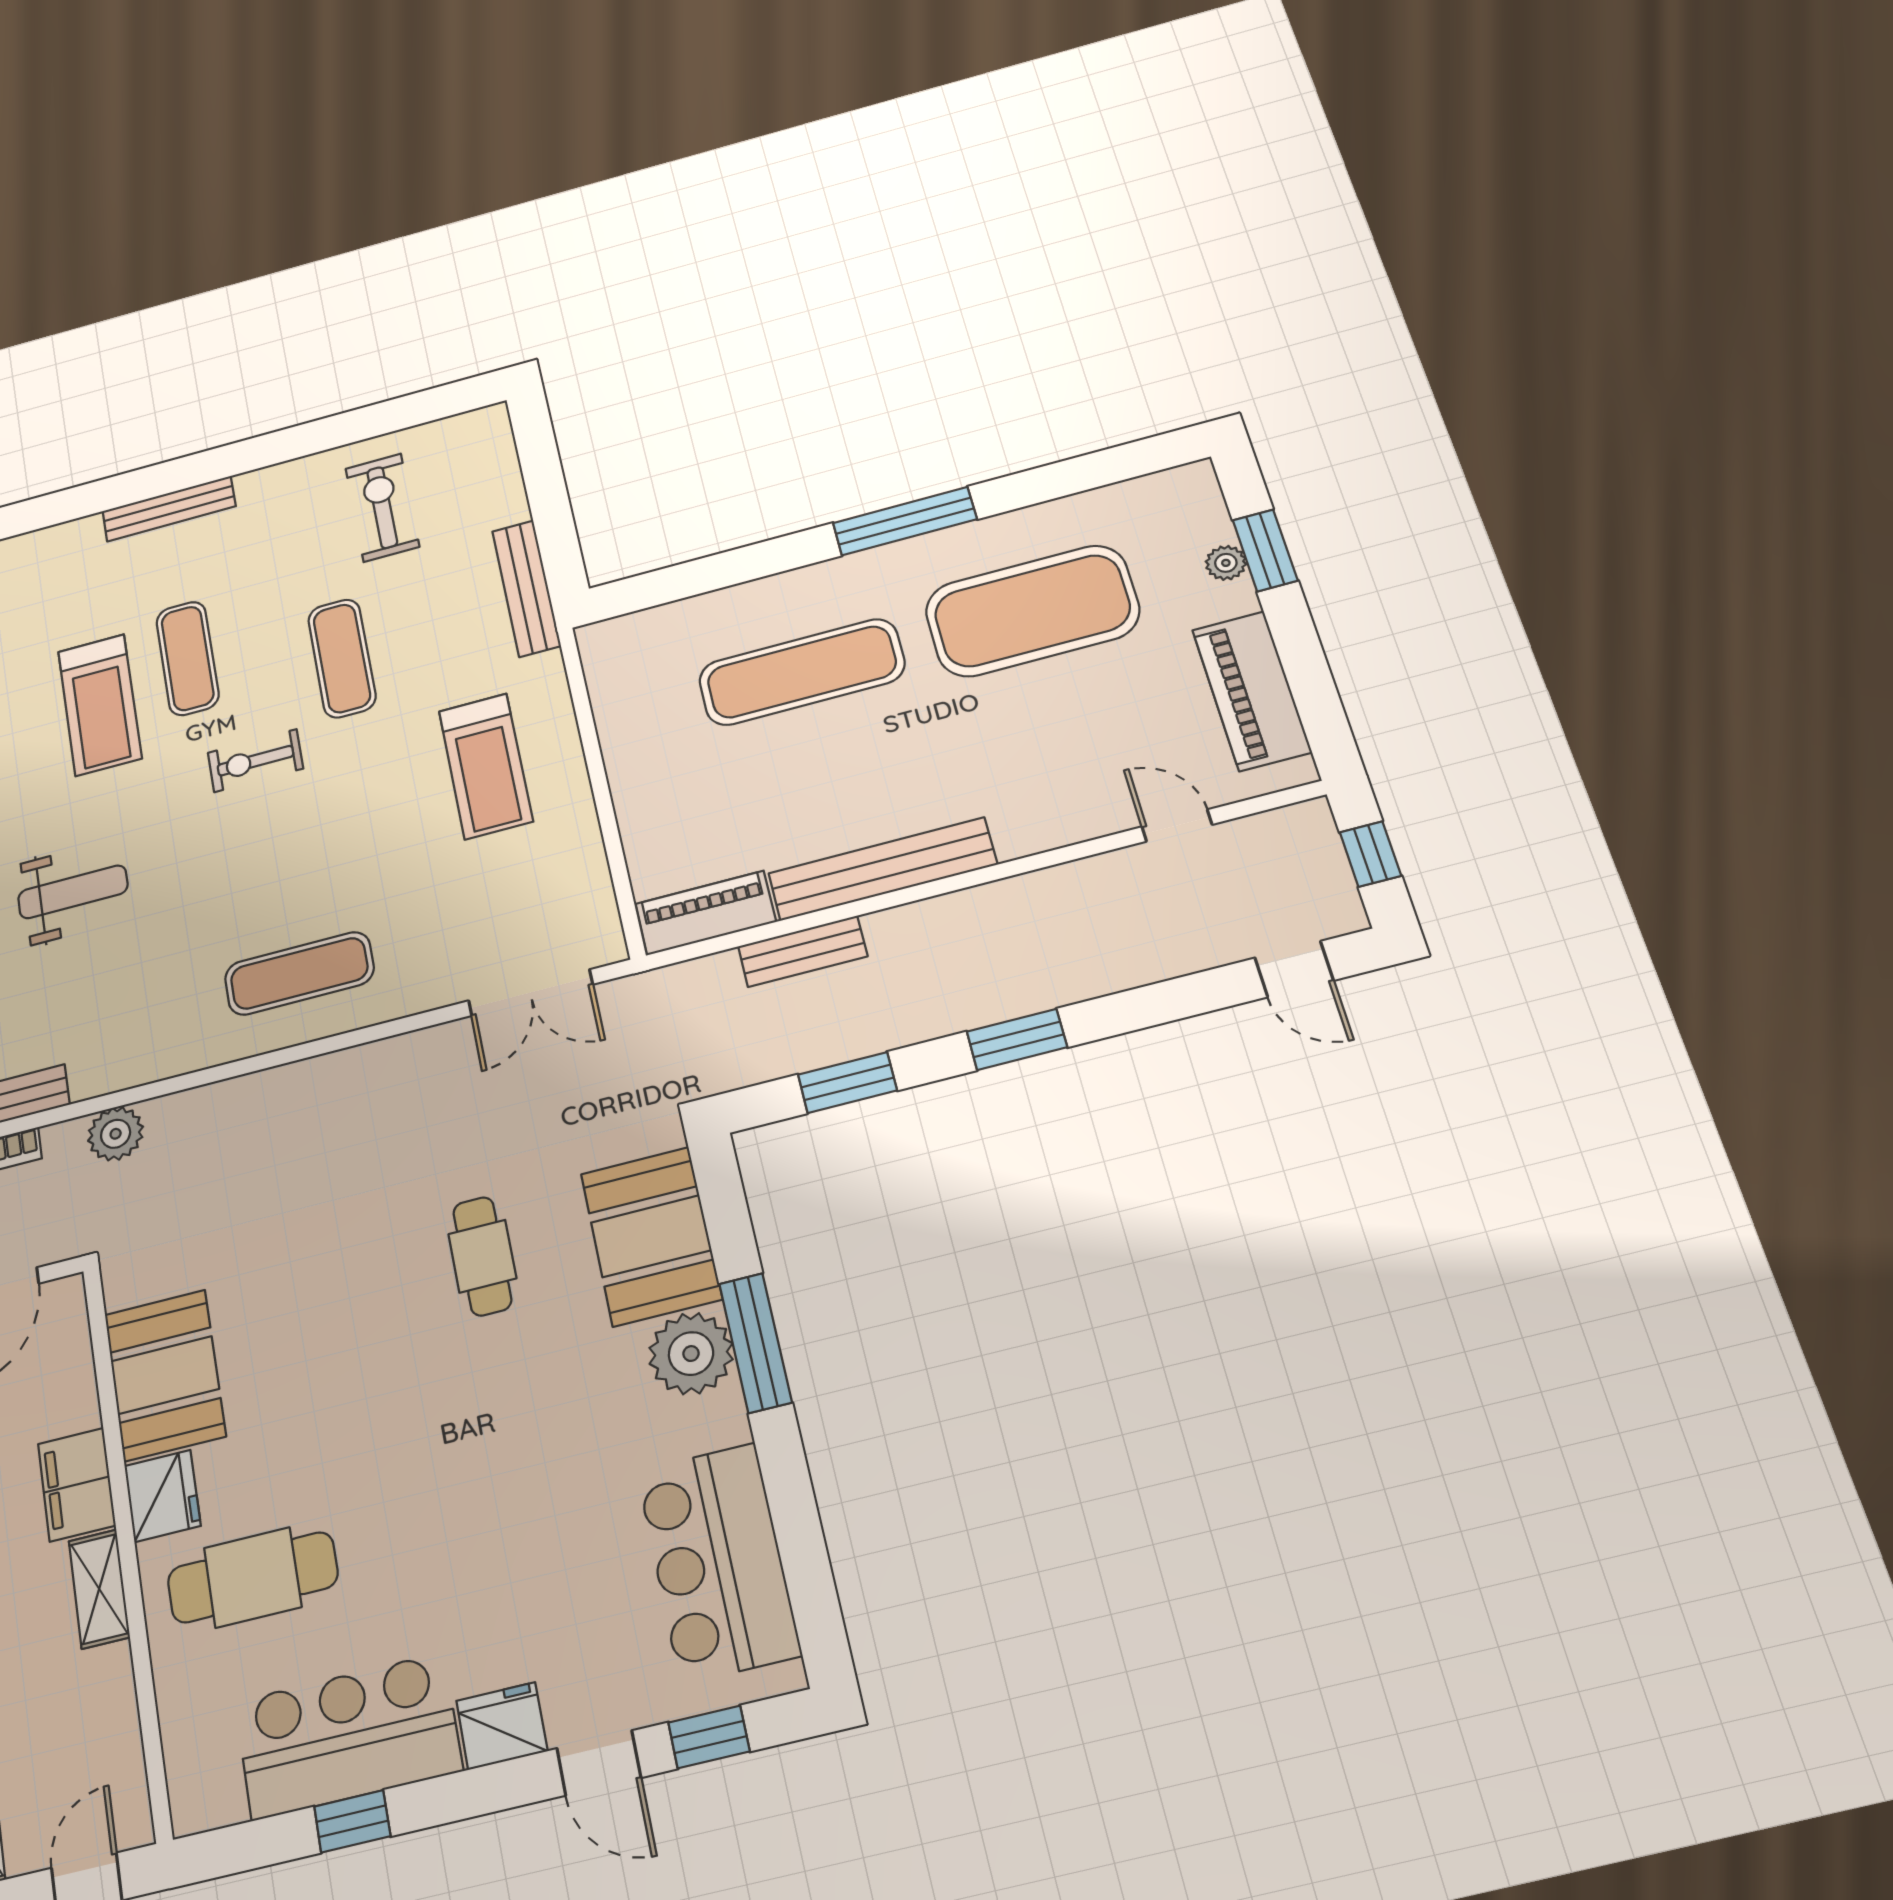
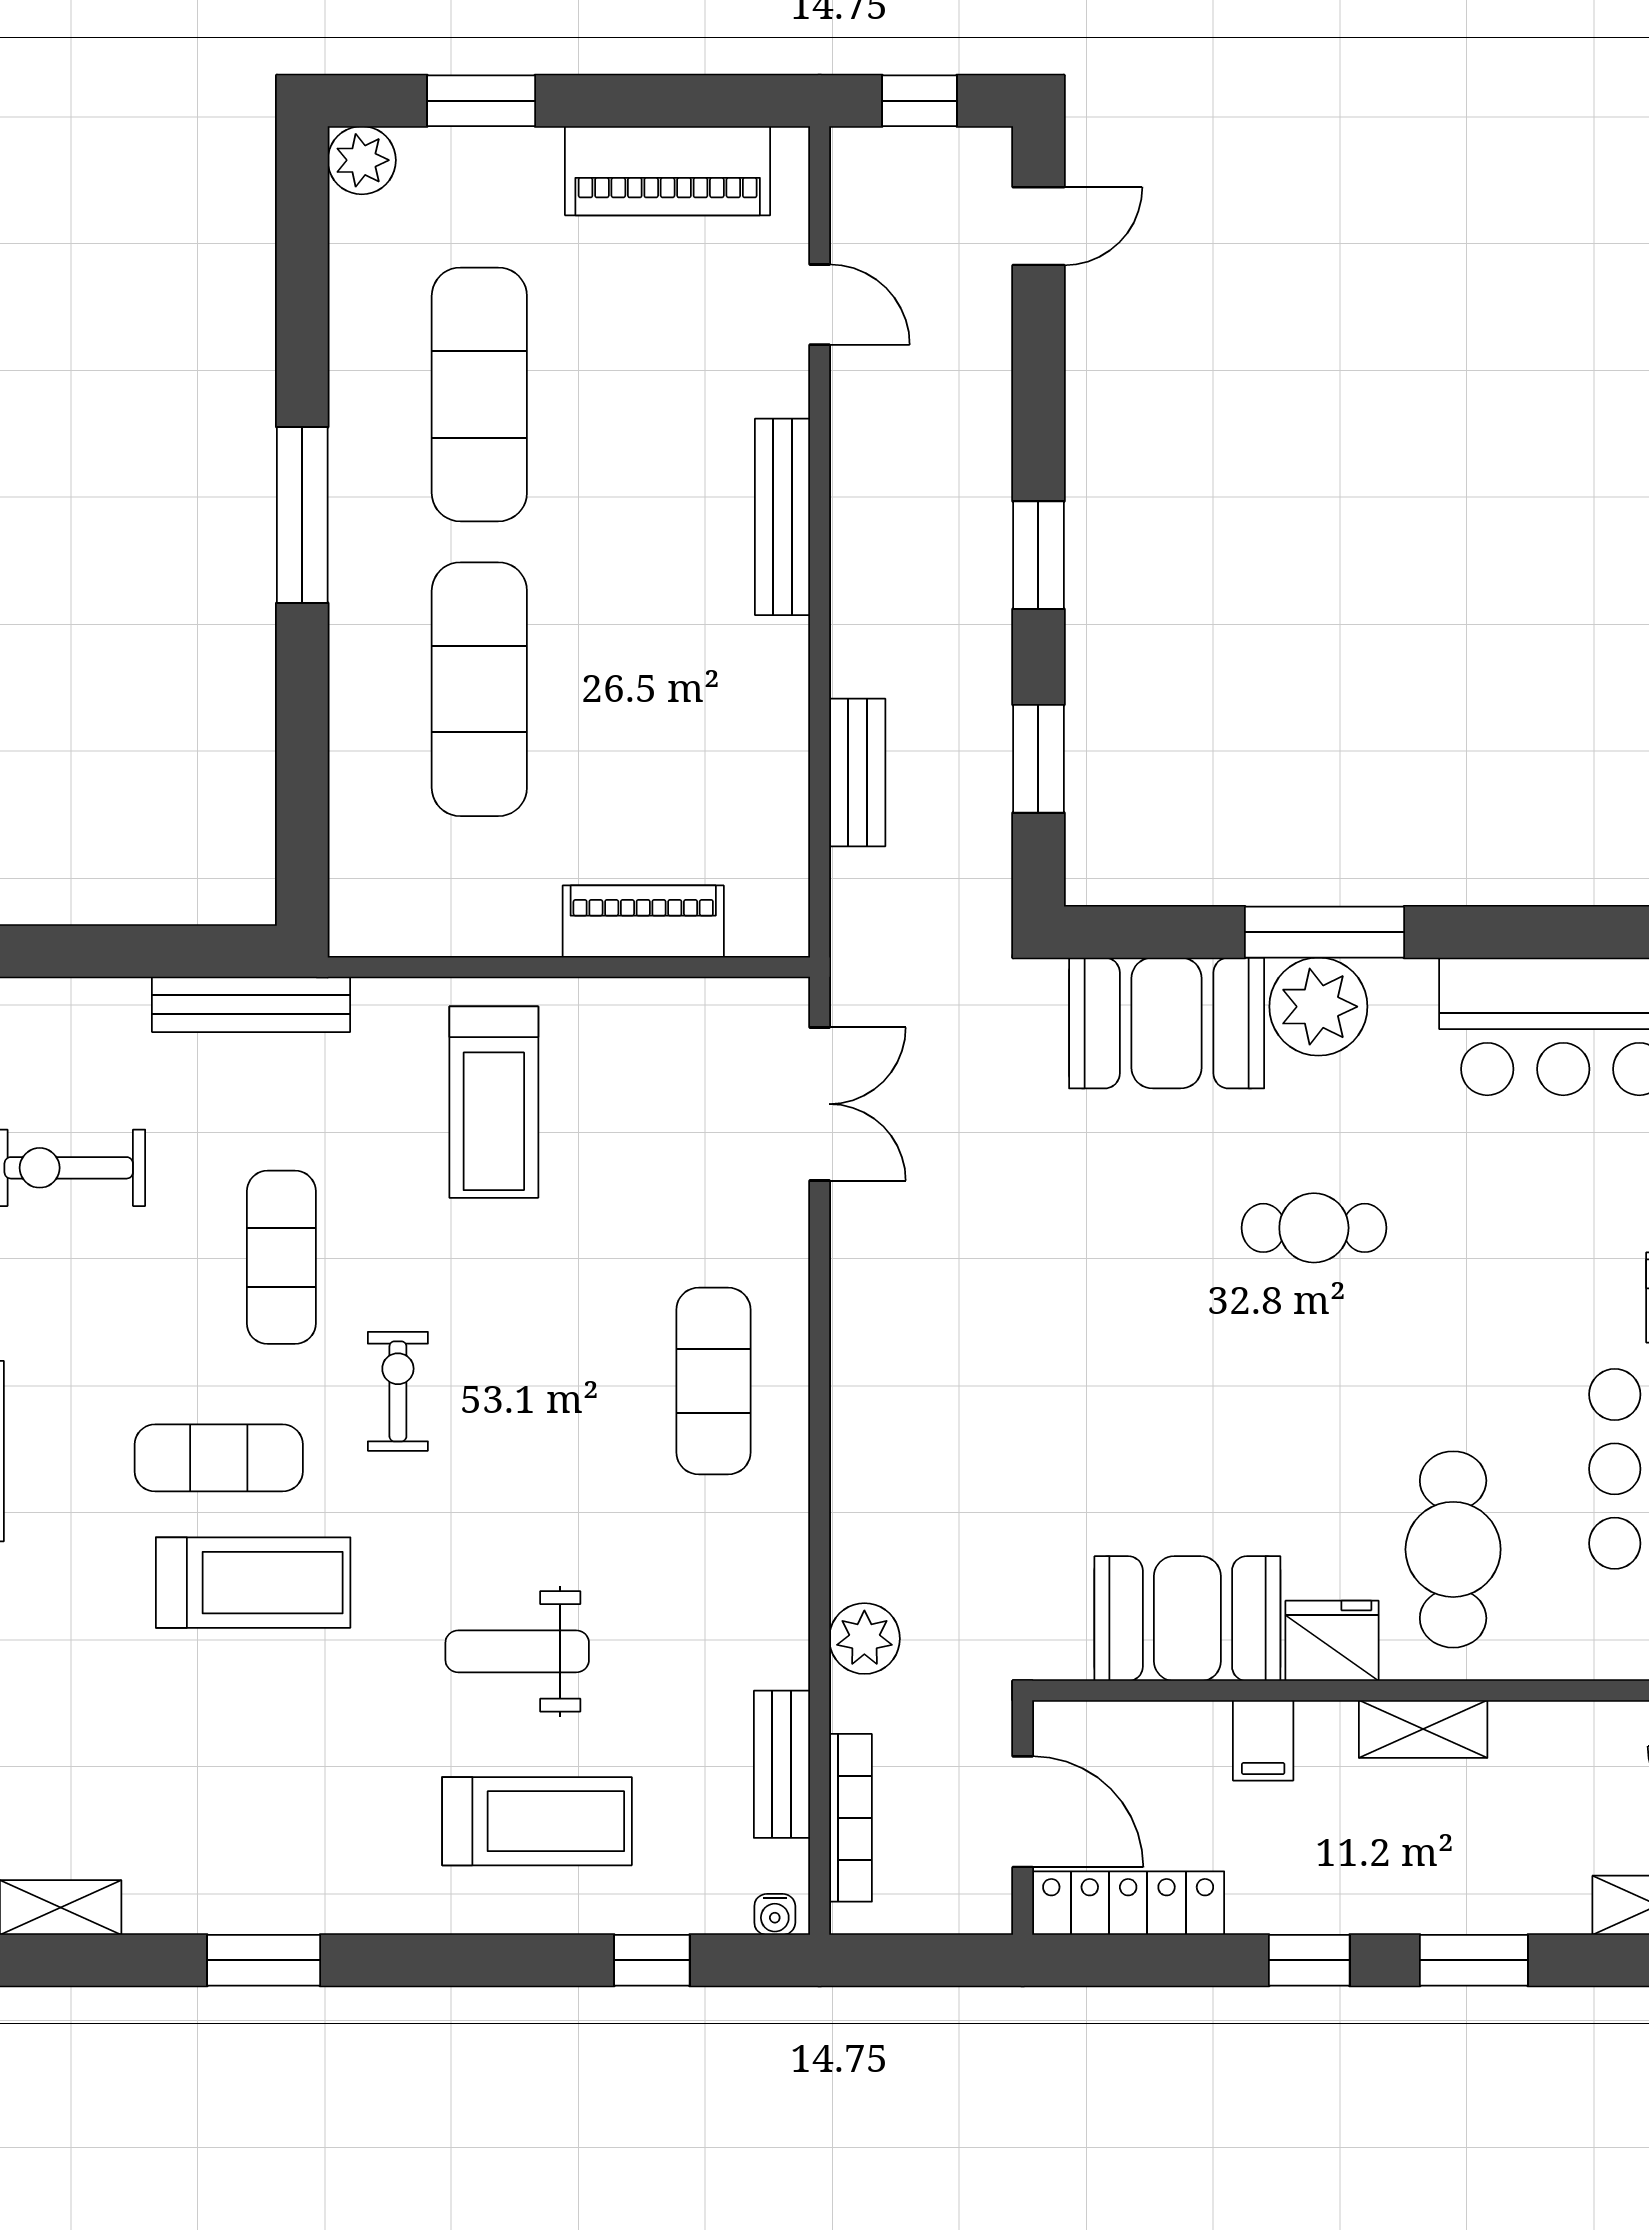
plant: (1226, 563) -> (362, 160), moved, width x1.38, depth x1.38
exercise mat: (1032, 611) -> (479, 394), width x0.68
exercise mat: (342, 658) -> (281, 1257), turned 90
exercise bike: (255, 761) -> (398, 1391), turned 180
treadmill: (486, 766) -> (494, 1102), turned 90
door: (1177, 826) -> (820, 305), swing flipped
bench: (882, 869) -> (782, 517), moved, width x0.73, depth x0.82
weight bench: (73, 892) -> (517, 1651), turned -90
piano: (705, 913) -> (643, 921), moved, turned 90
cafe table: (482, 1256) -> (1314, 1228), moved
filing cabinet: (77, 1484) -> (1263, 1740), width x0.50

